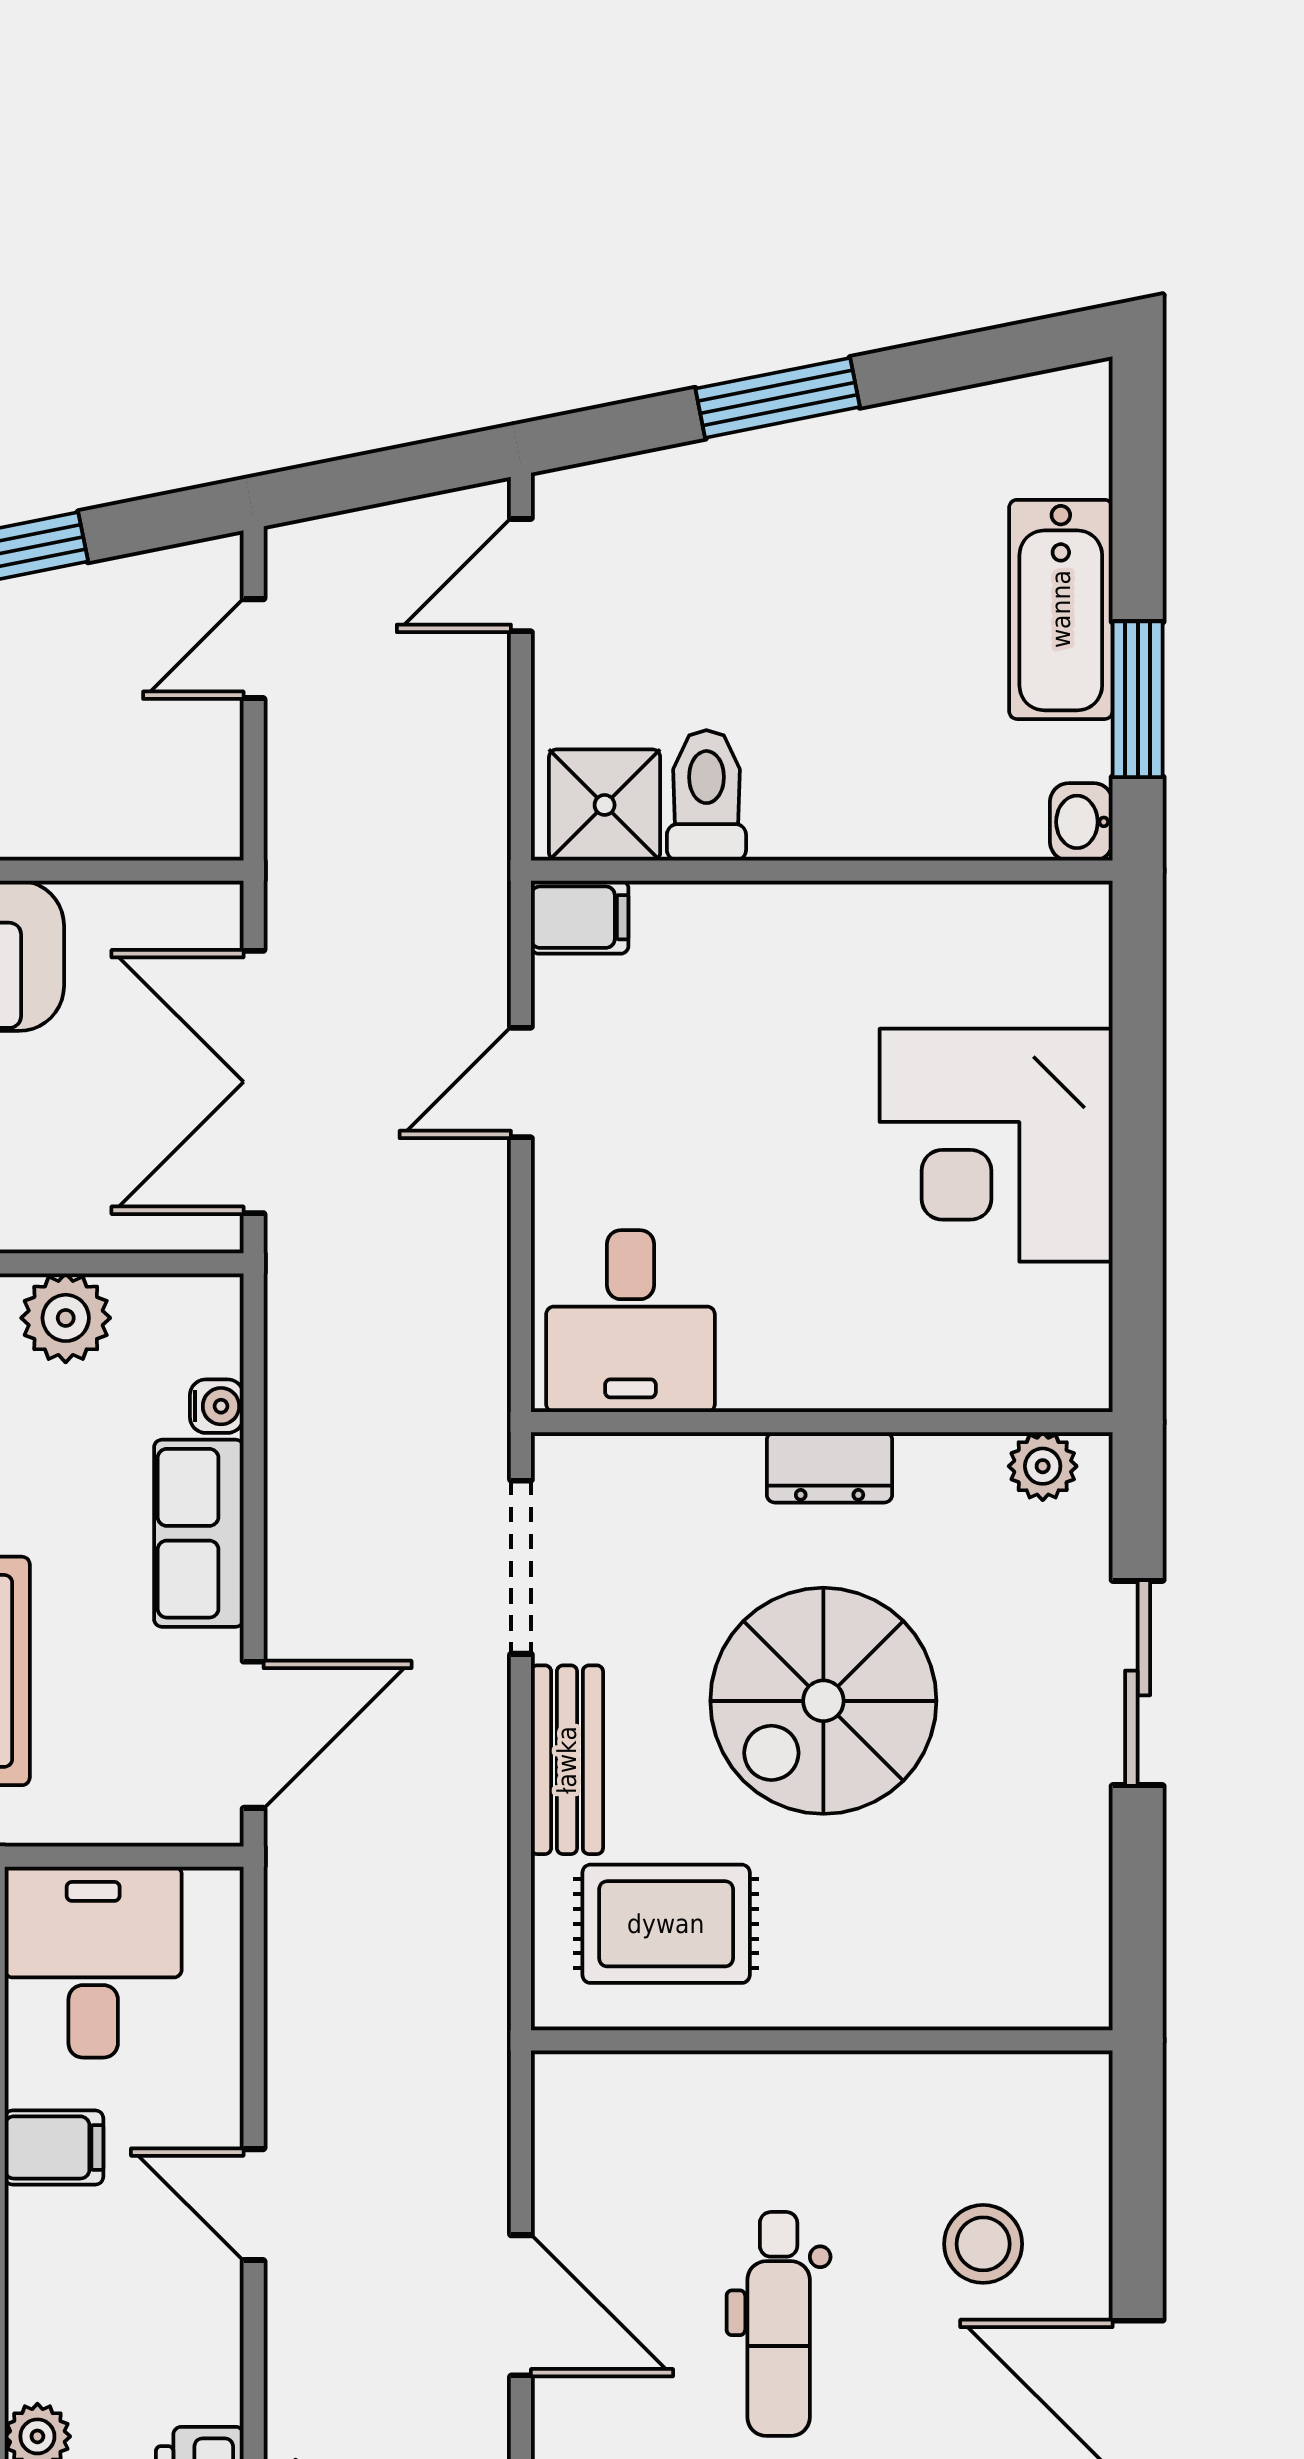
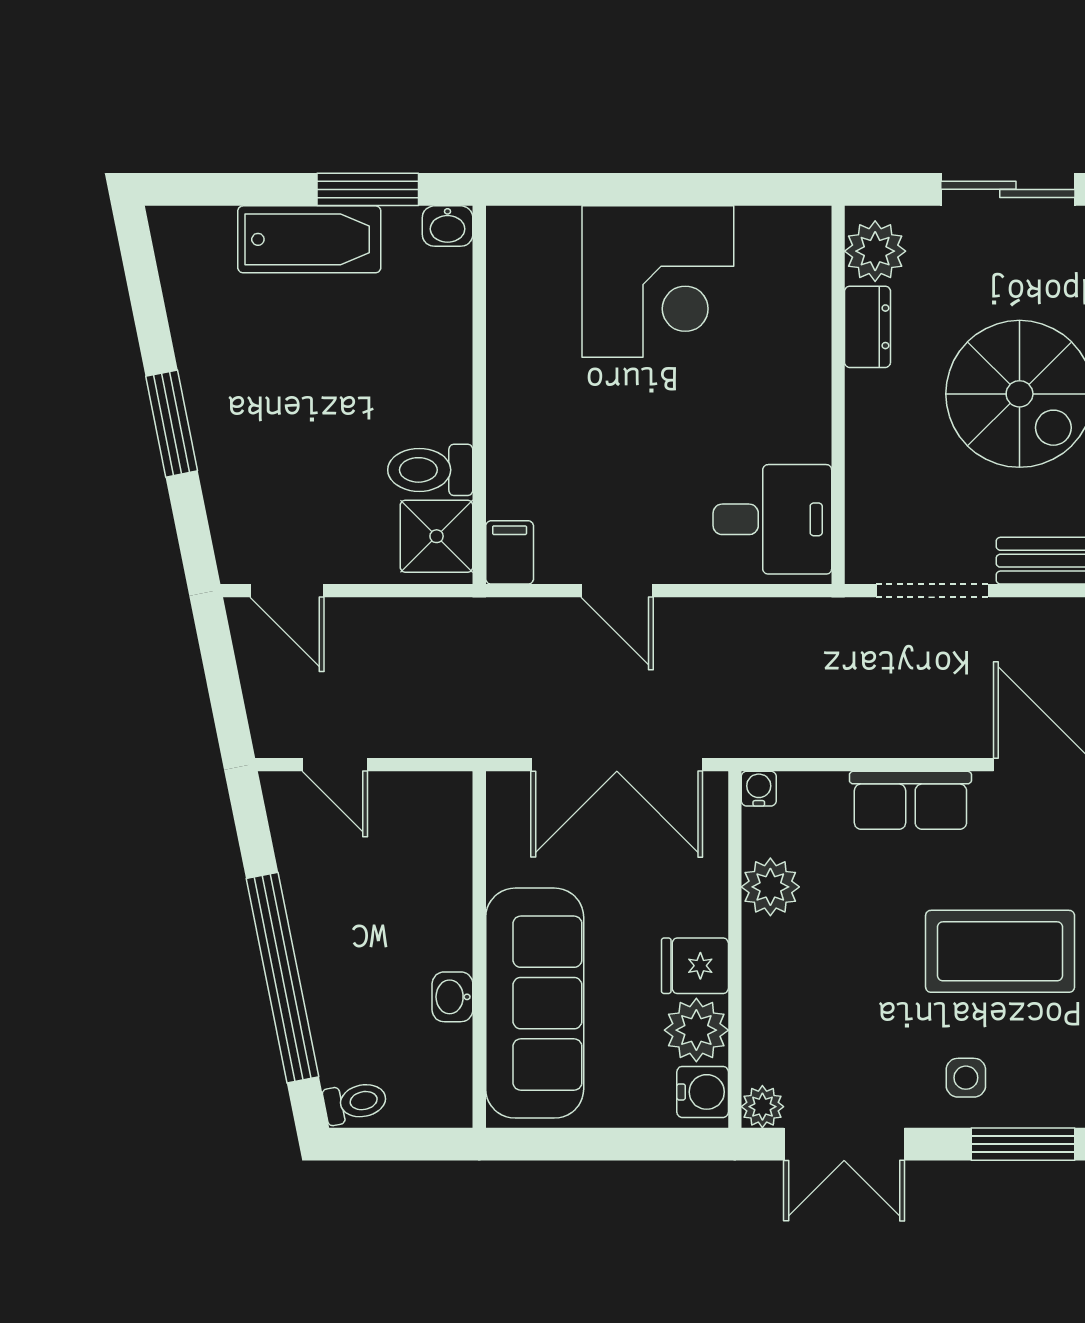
water cooler: (217, 1406) -> (759, 789), moved
plant: (1043, 1466) -> (875, 251), width x1.38, depth x1.38
dresser: (830, 1467) -> (868, 327), moved

